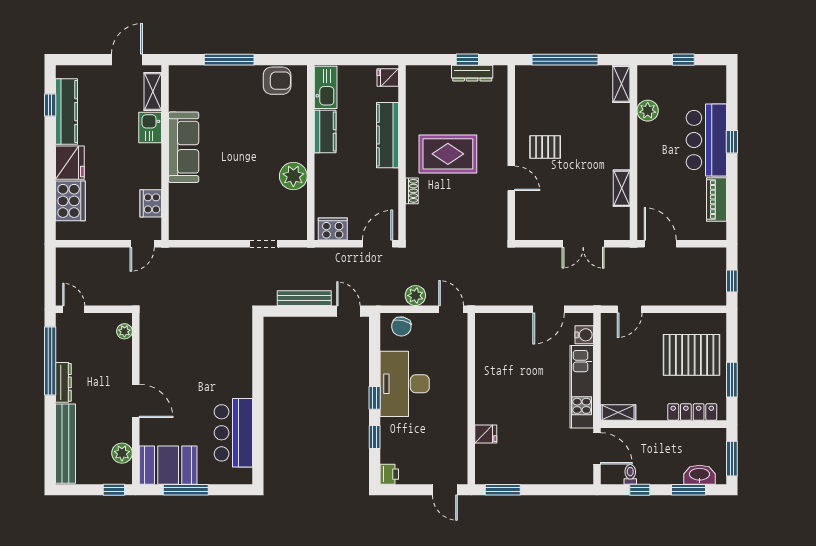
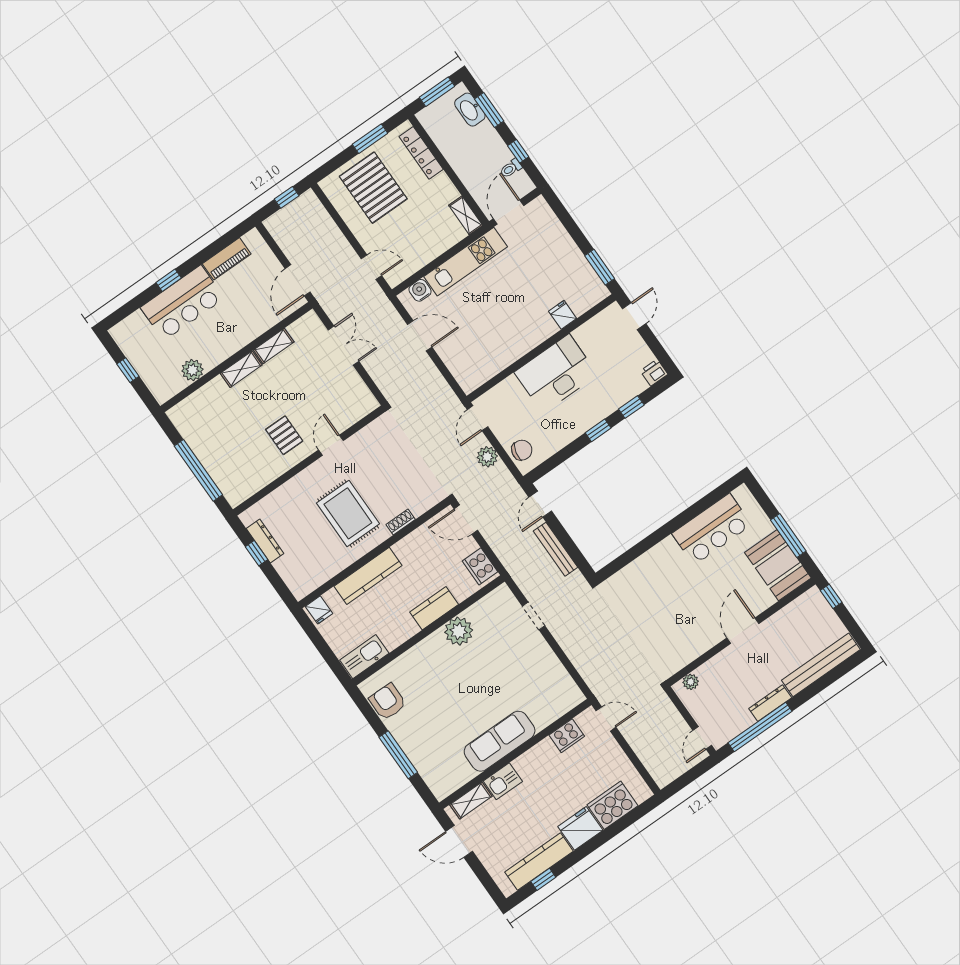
shelving: (621, 84) -> (241, 369), moved
kitchen counter: (325, 131) -> (434, 608), moved
desk: (405, 384) -> (556, 373), moved, turned 180
plant: (122, 453) -> (795, 611), removed

